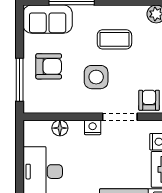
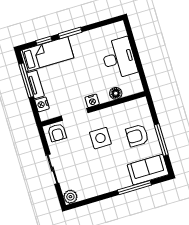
coffee table: (114, 39) -> (95, 169), removed
window: (20, 80) -> (161, 140), moved

